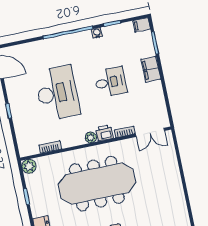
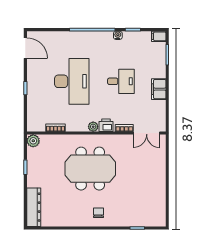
filing cabinet: (151, 69) -> (159, 89), moved
meeting table: (97, 184) -> (90, 169), width x0.73

